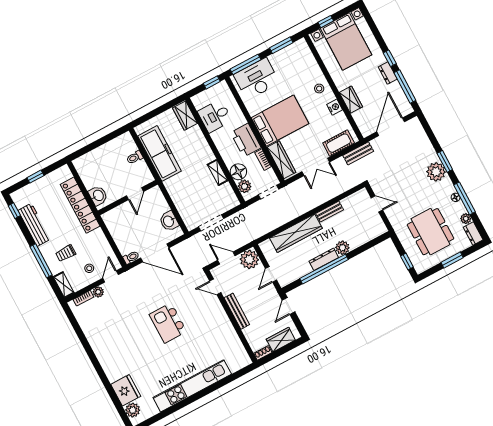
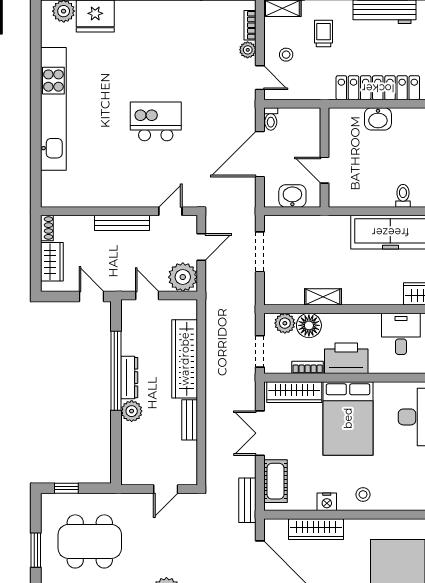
wardrobe: (351, 100) -> (316, 529), width x1.50
door: (135, 194) -> (324, 170), moved
wall: (128, 198) -> (324, 157), moved

